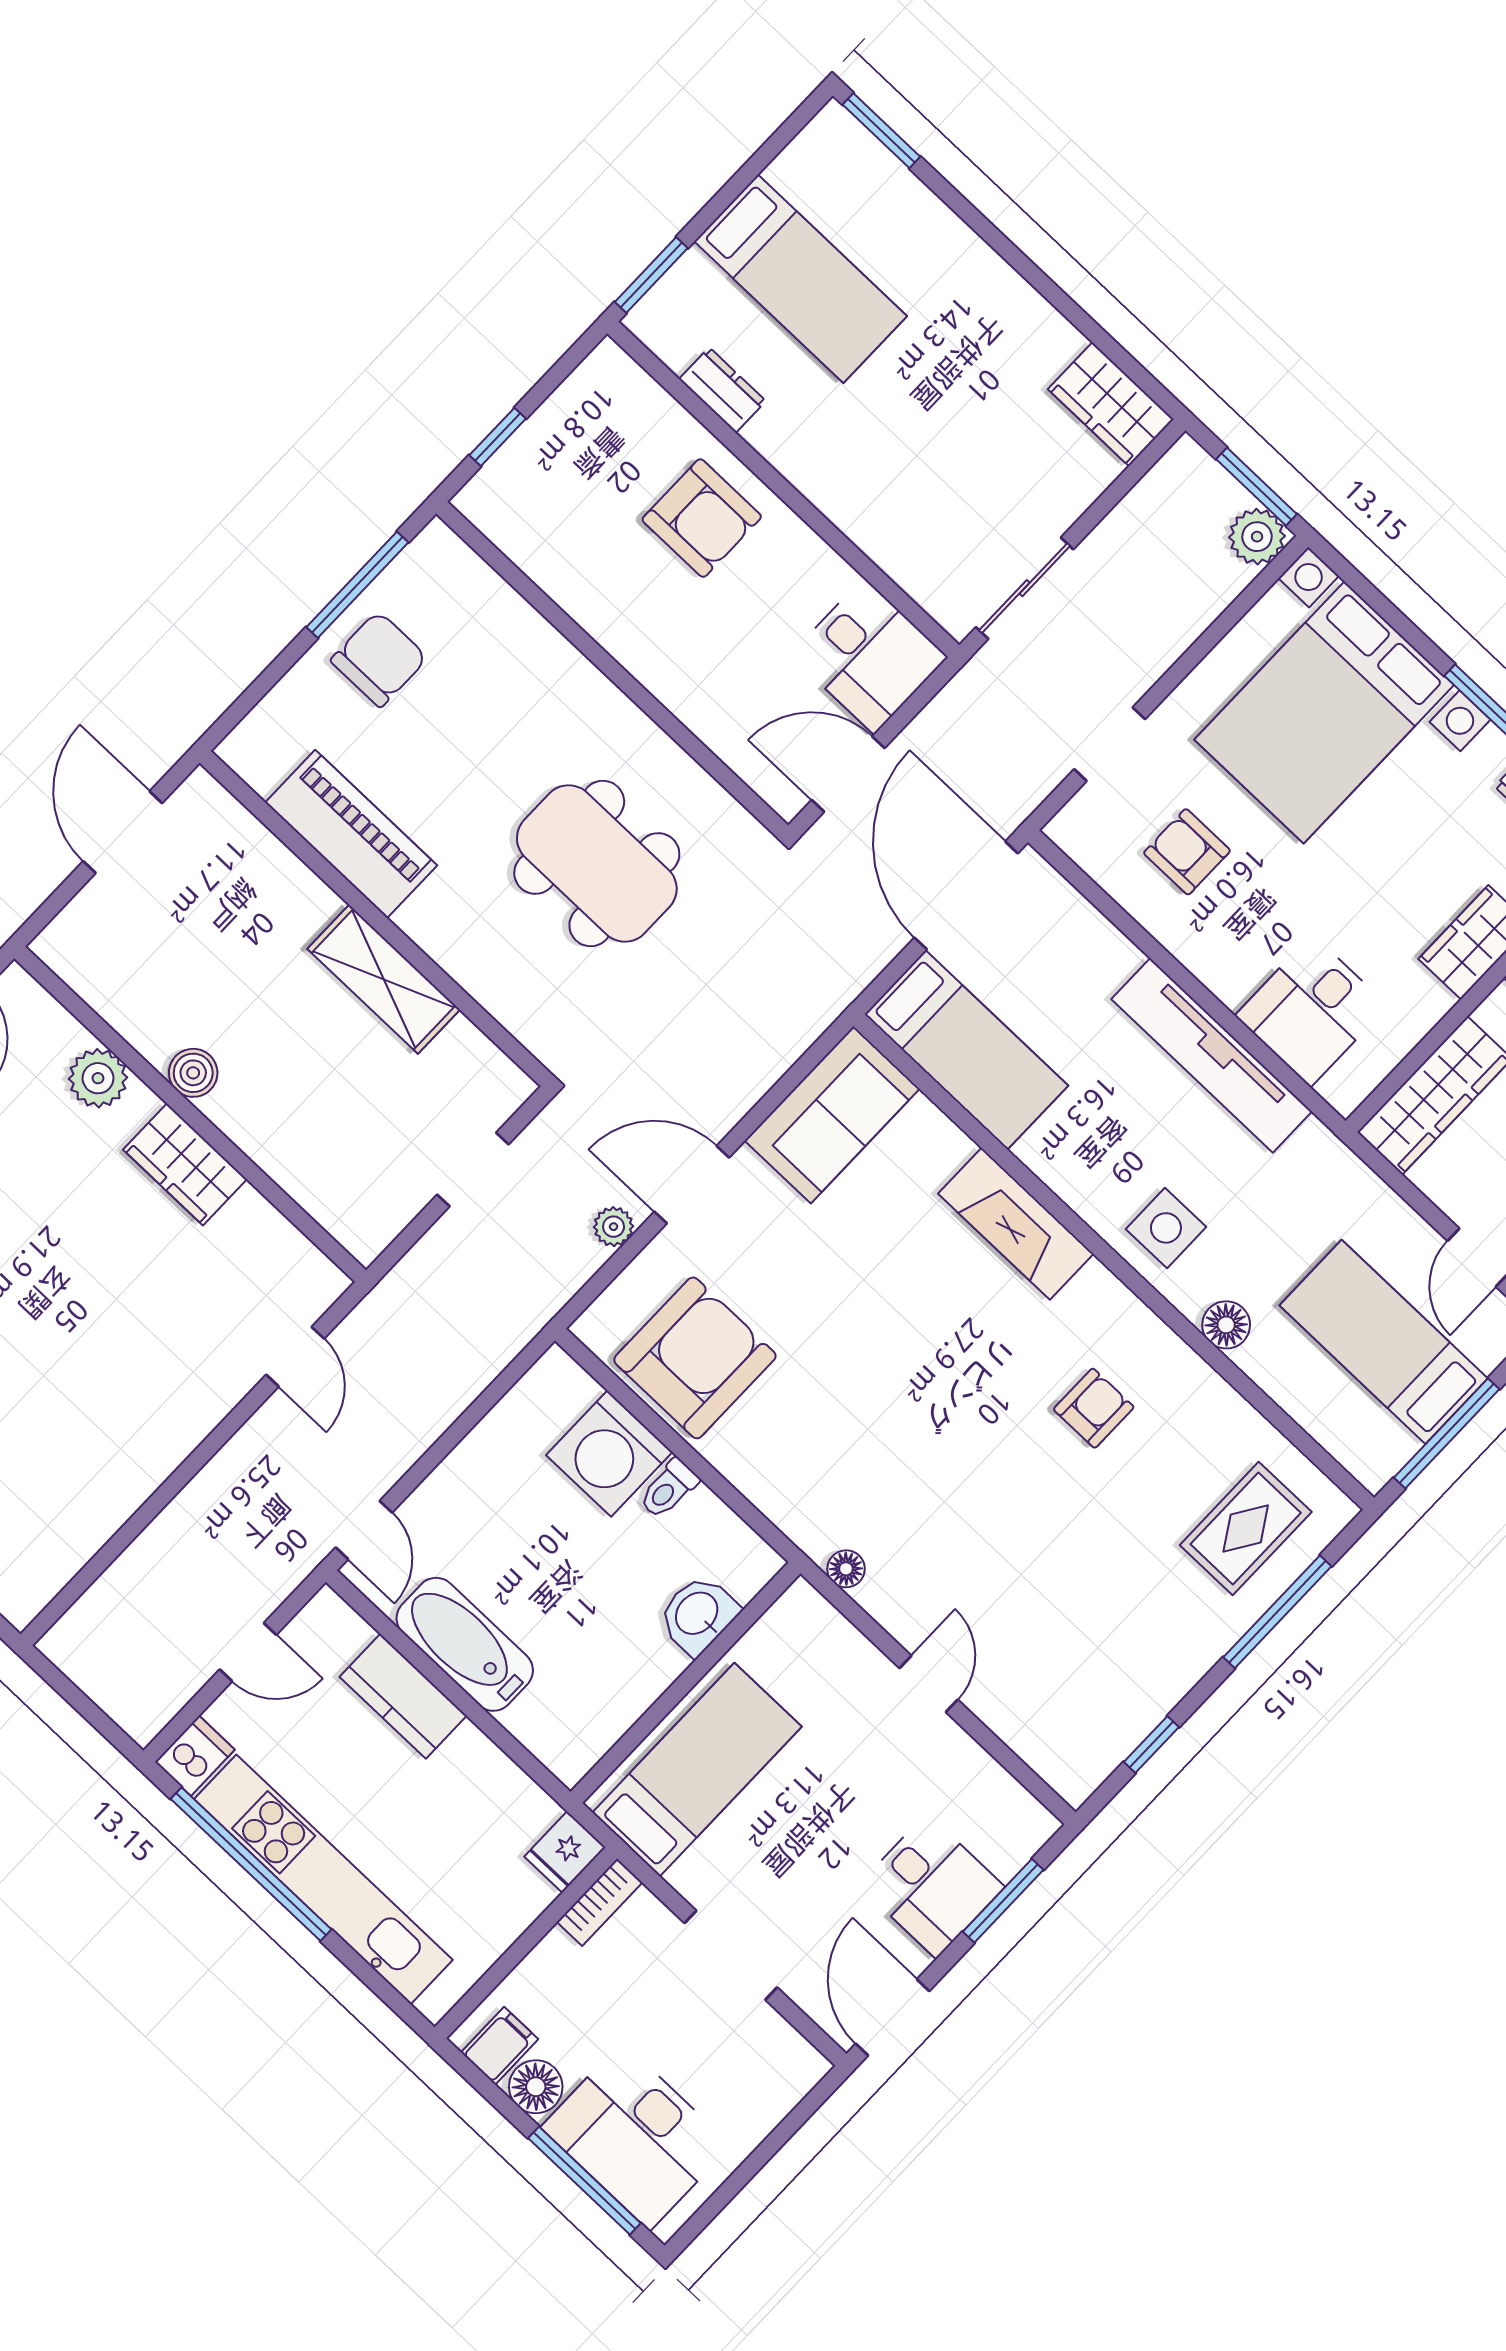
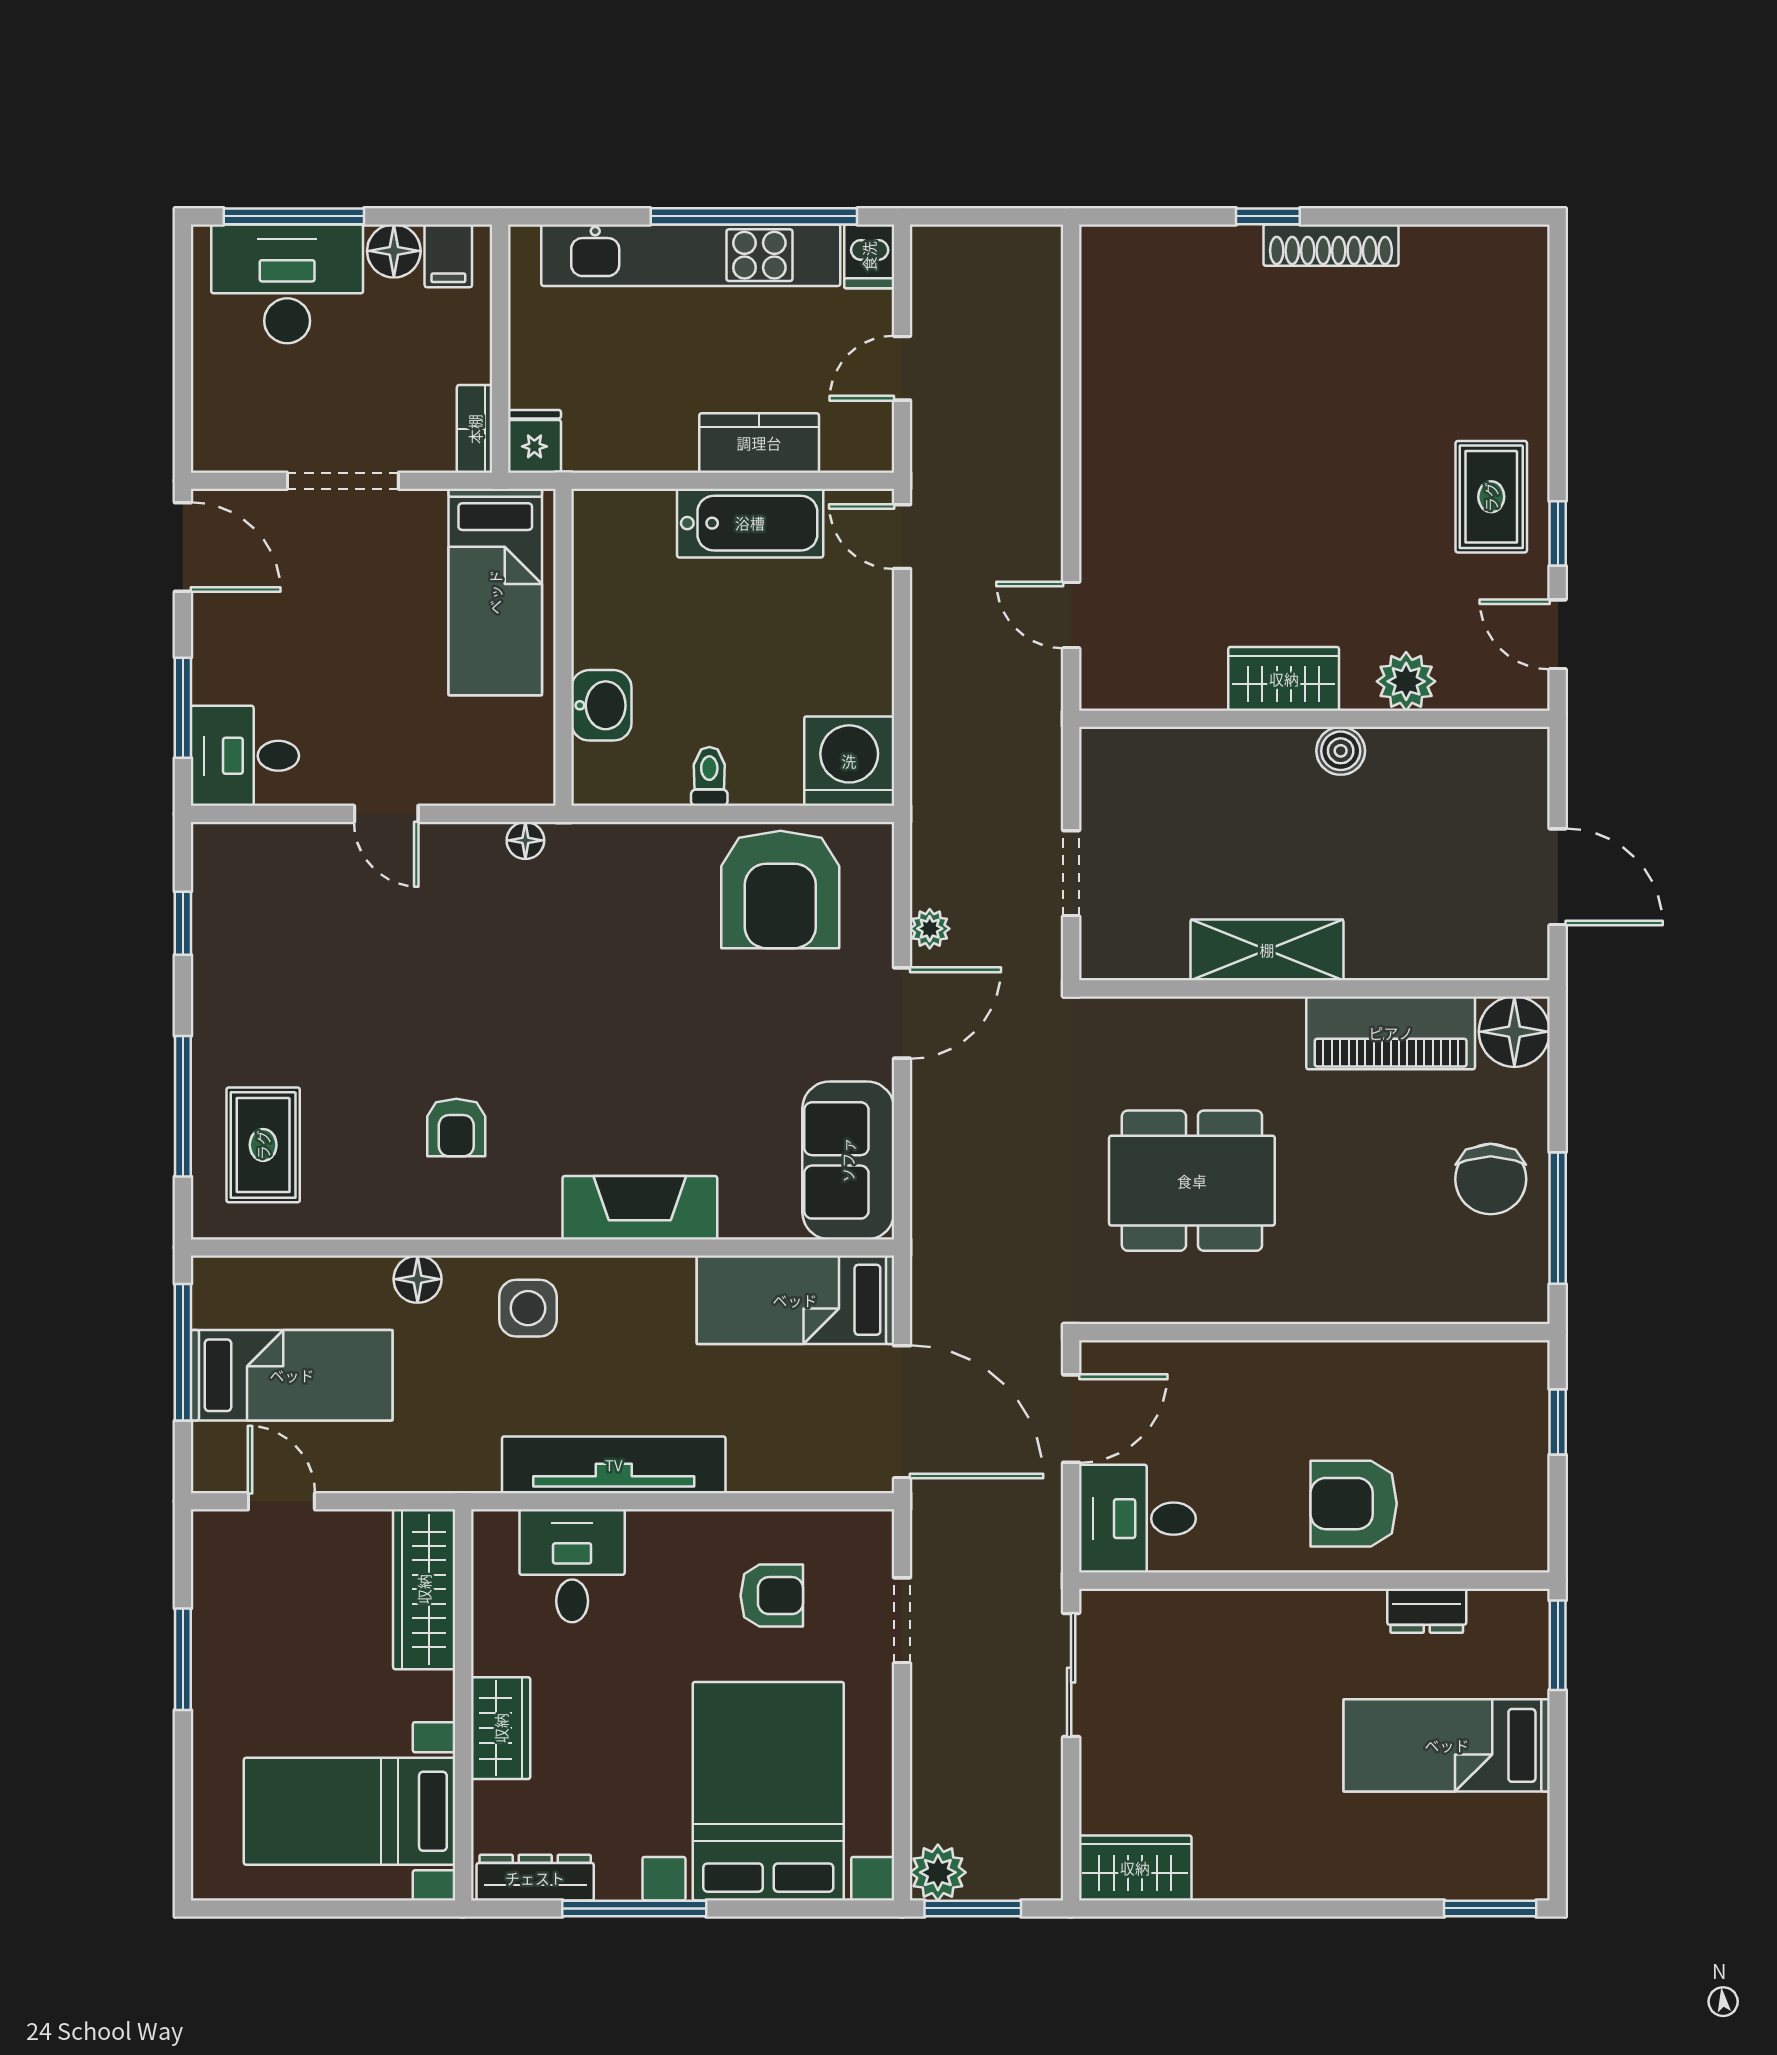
floor lamp: (261, 750) -> (1514, 1032), added
washing machine: (609, 1454) -> (849, 761), moved
desk: (932, 1886) -> (245, 756), moved

